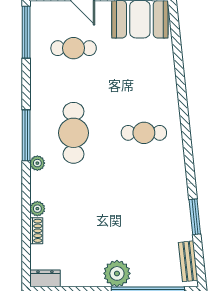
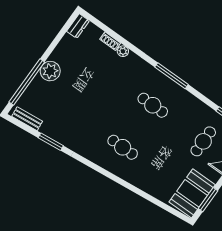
cafe table: (74, 133) -> (153, 105), width x0.73, depth x0.74
cafe table: (144, 133) -> (123, 147), turned 90
plant: (37, 163) -> (150, 71), removed

